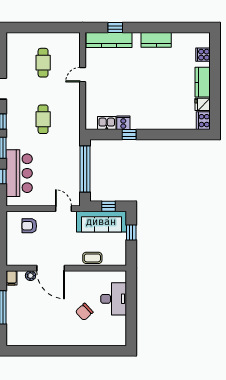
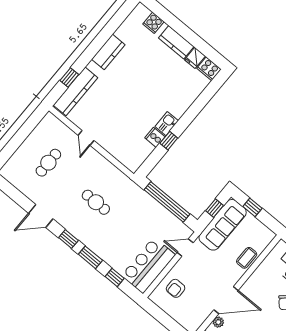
cafe table: (43, 63) -> (48, 163), turned 90
kitchen sink: (107, 123) -> (167, 124), moved
bar counter: (19, 173) -> (148, 265), moved, turned -90

